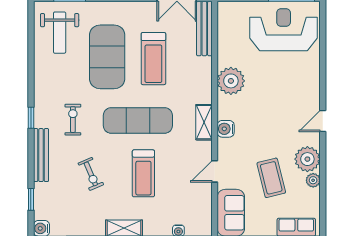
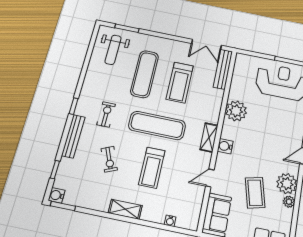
exercise mat: (107, 57) -> (145, 74), width x0.68

